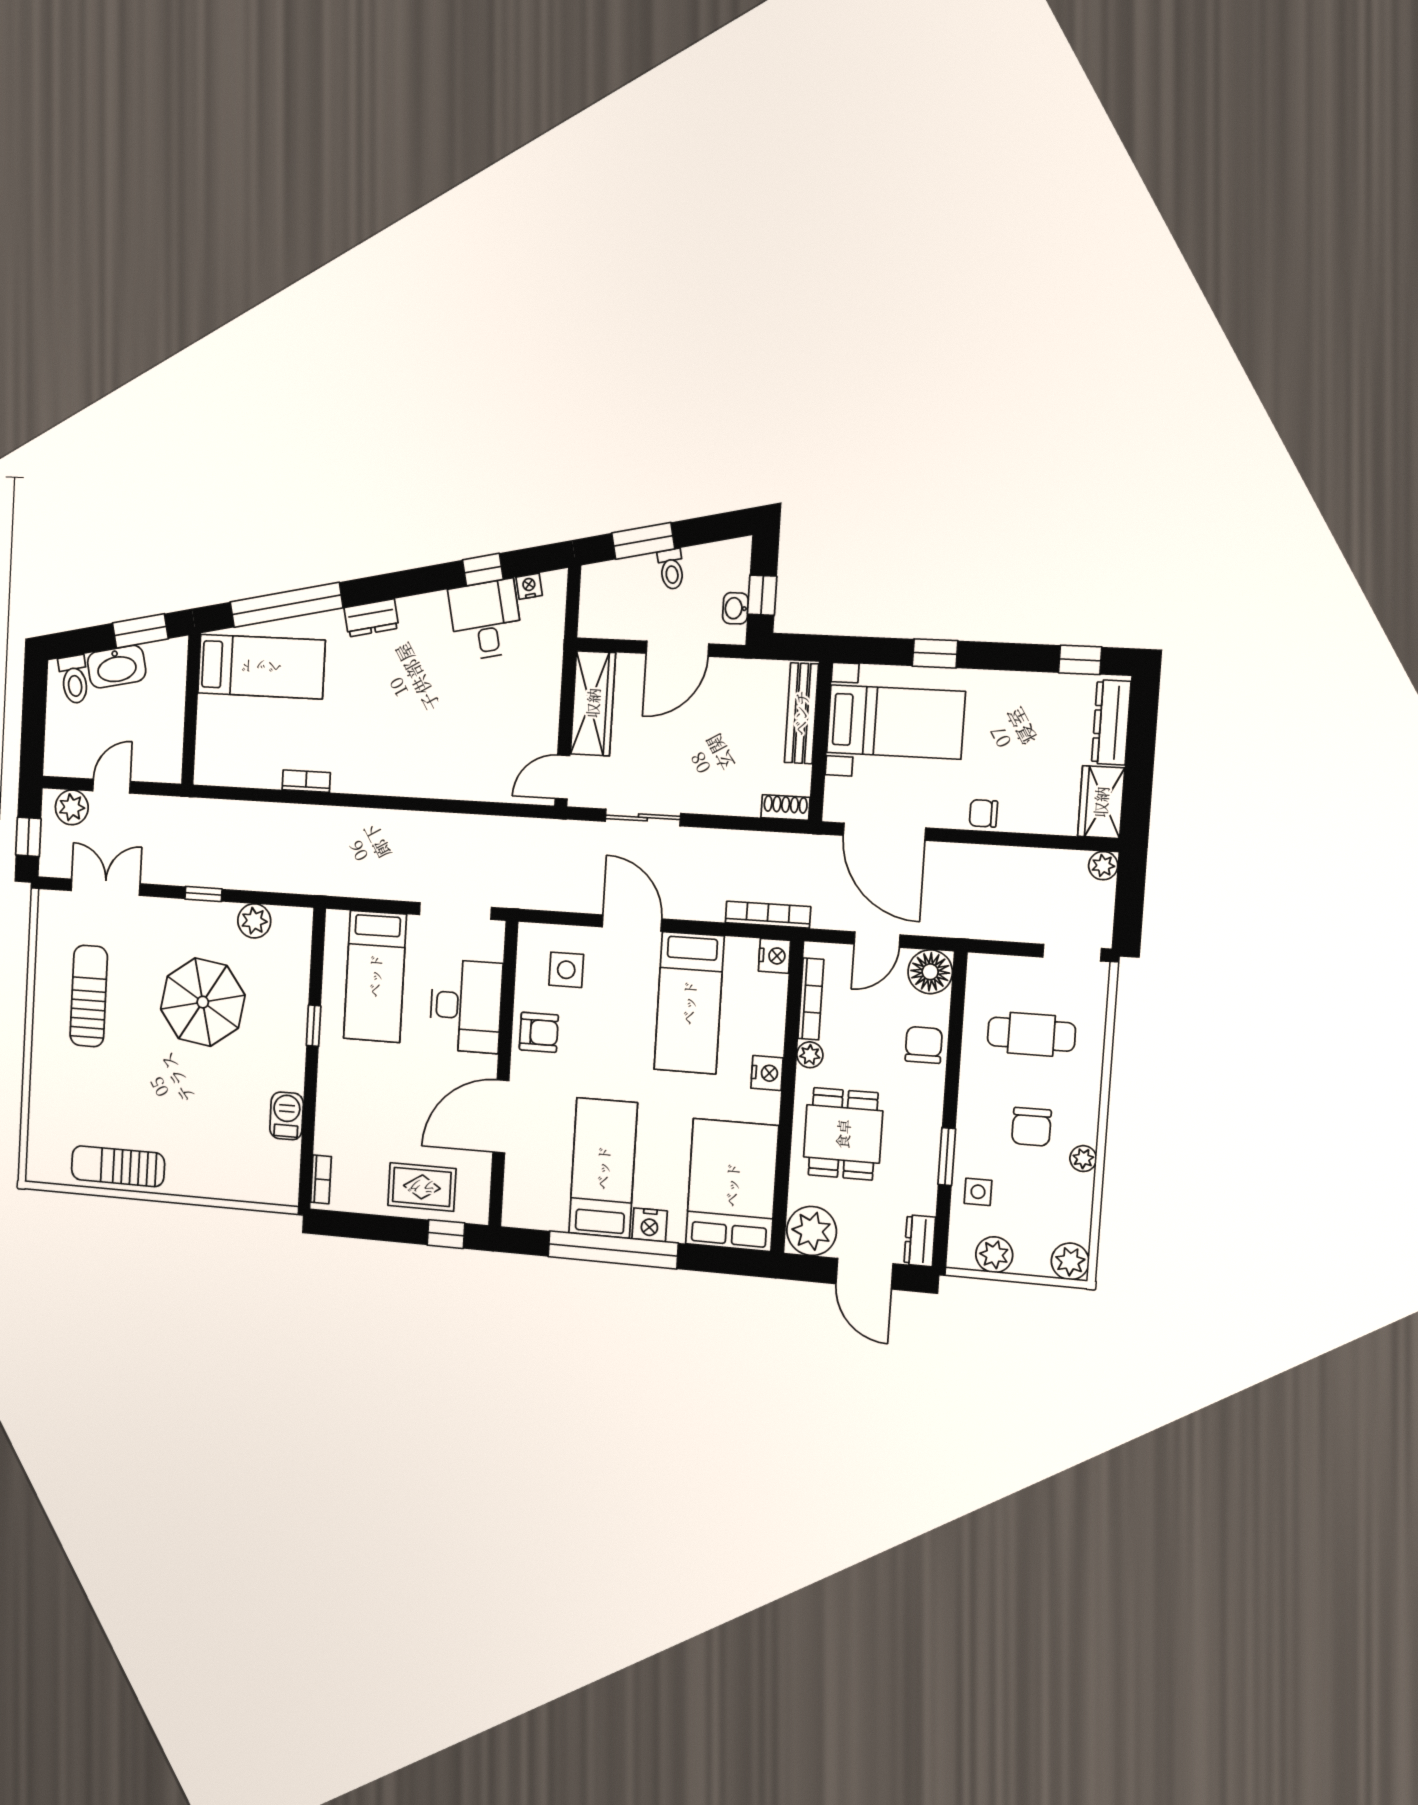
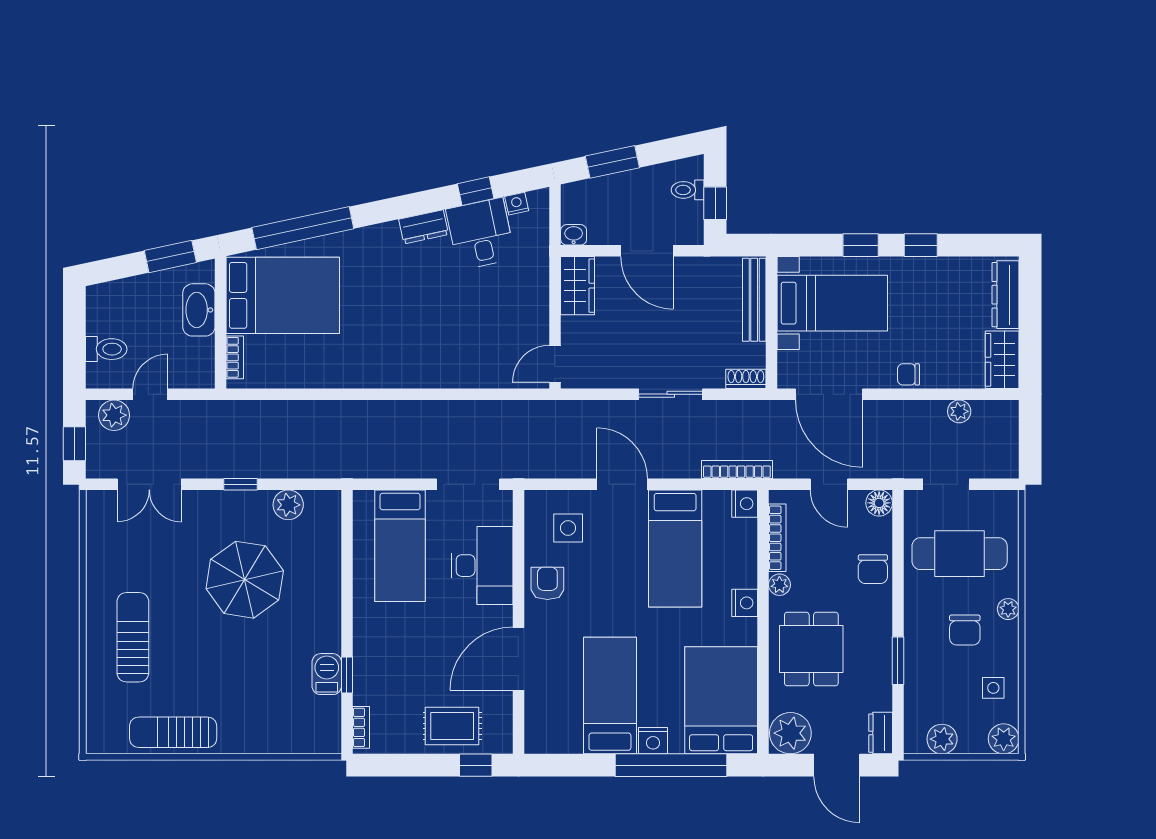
toilet: (671, 569) -> (688, 190), moved, turned 102
washbasin: (735, 608) -> (574, 235), moved, turned 90
dresser: (371, 618) -> (424, 227), moved
door: (677, 649) -> (647, 251), hinge flipped
window: (1080, 660) -> (921, 245), moved
washbasin: (117, 667) -> (199, 310), moved, turned 102
bed: (261, 667) -> (283, 295), width x1.50
toilet: (74, 679) -> (106, 349), moved, turned -78
wardrobe: (593, 703) -> (578, 286), width x0.67
bookcase: (306, 781) -> (235, 357), moved, turned 90
sliding door: (643, 817) -> (671, 394), moved
plant: (1103, 866) -> (959, 411), moved
double door: (106, 887) -> (149, 484), swing flipped
door: (877, 940) -> (829, 484), hinge flipped
doorway: (1072, 953) -> (946, 484), moved
floor lamp: (930, 972) -> (879, 503), width x0.73, depth x0.73
sun lounger: (89, 996) -> (133, 637), moved
window: (314, 1026) -> (347, 675), moved
armchair: (539, 1032) -> (547, 583), turned -90
cafe table: (1031, 1034) -> (960, 554), width x1.37, depth x1.35
chair: (924, 1045) -> (873, 569), turned 180
plant: (1083, 1159) -> (1008, 609), moved
side table: (978, 1192) -> (993, 688), moved
window: (613, 1250) -> (671, 765), moved

